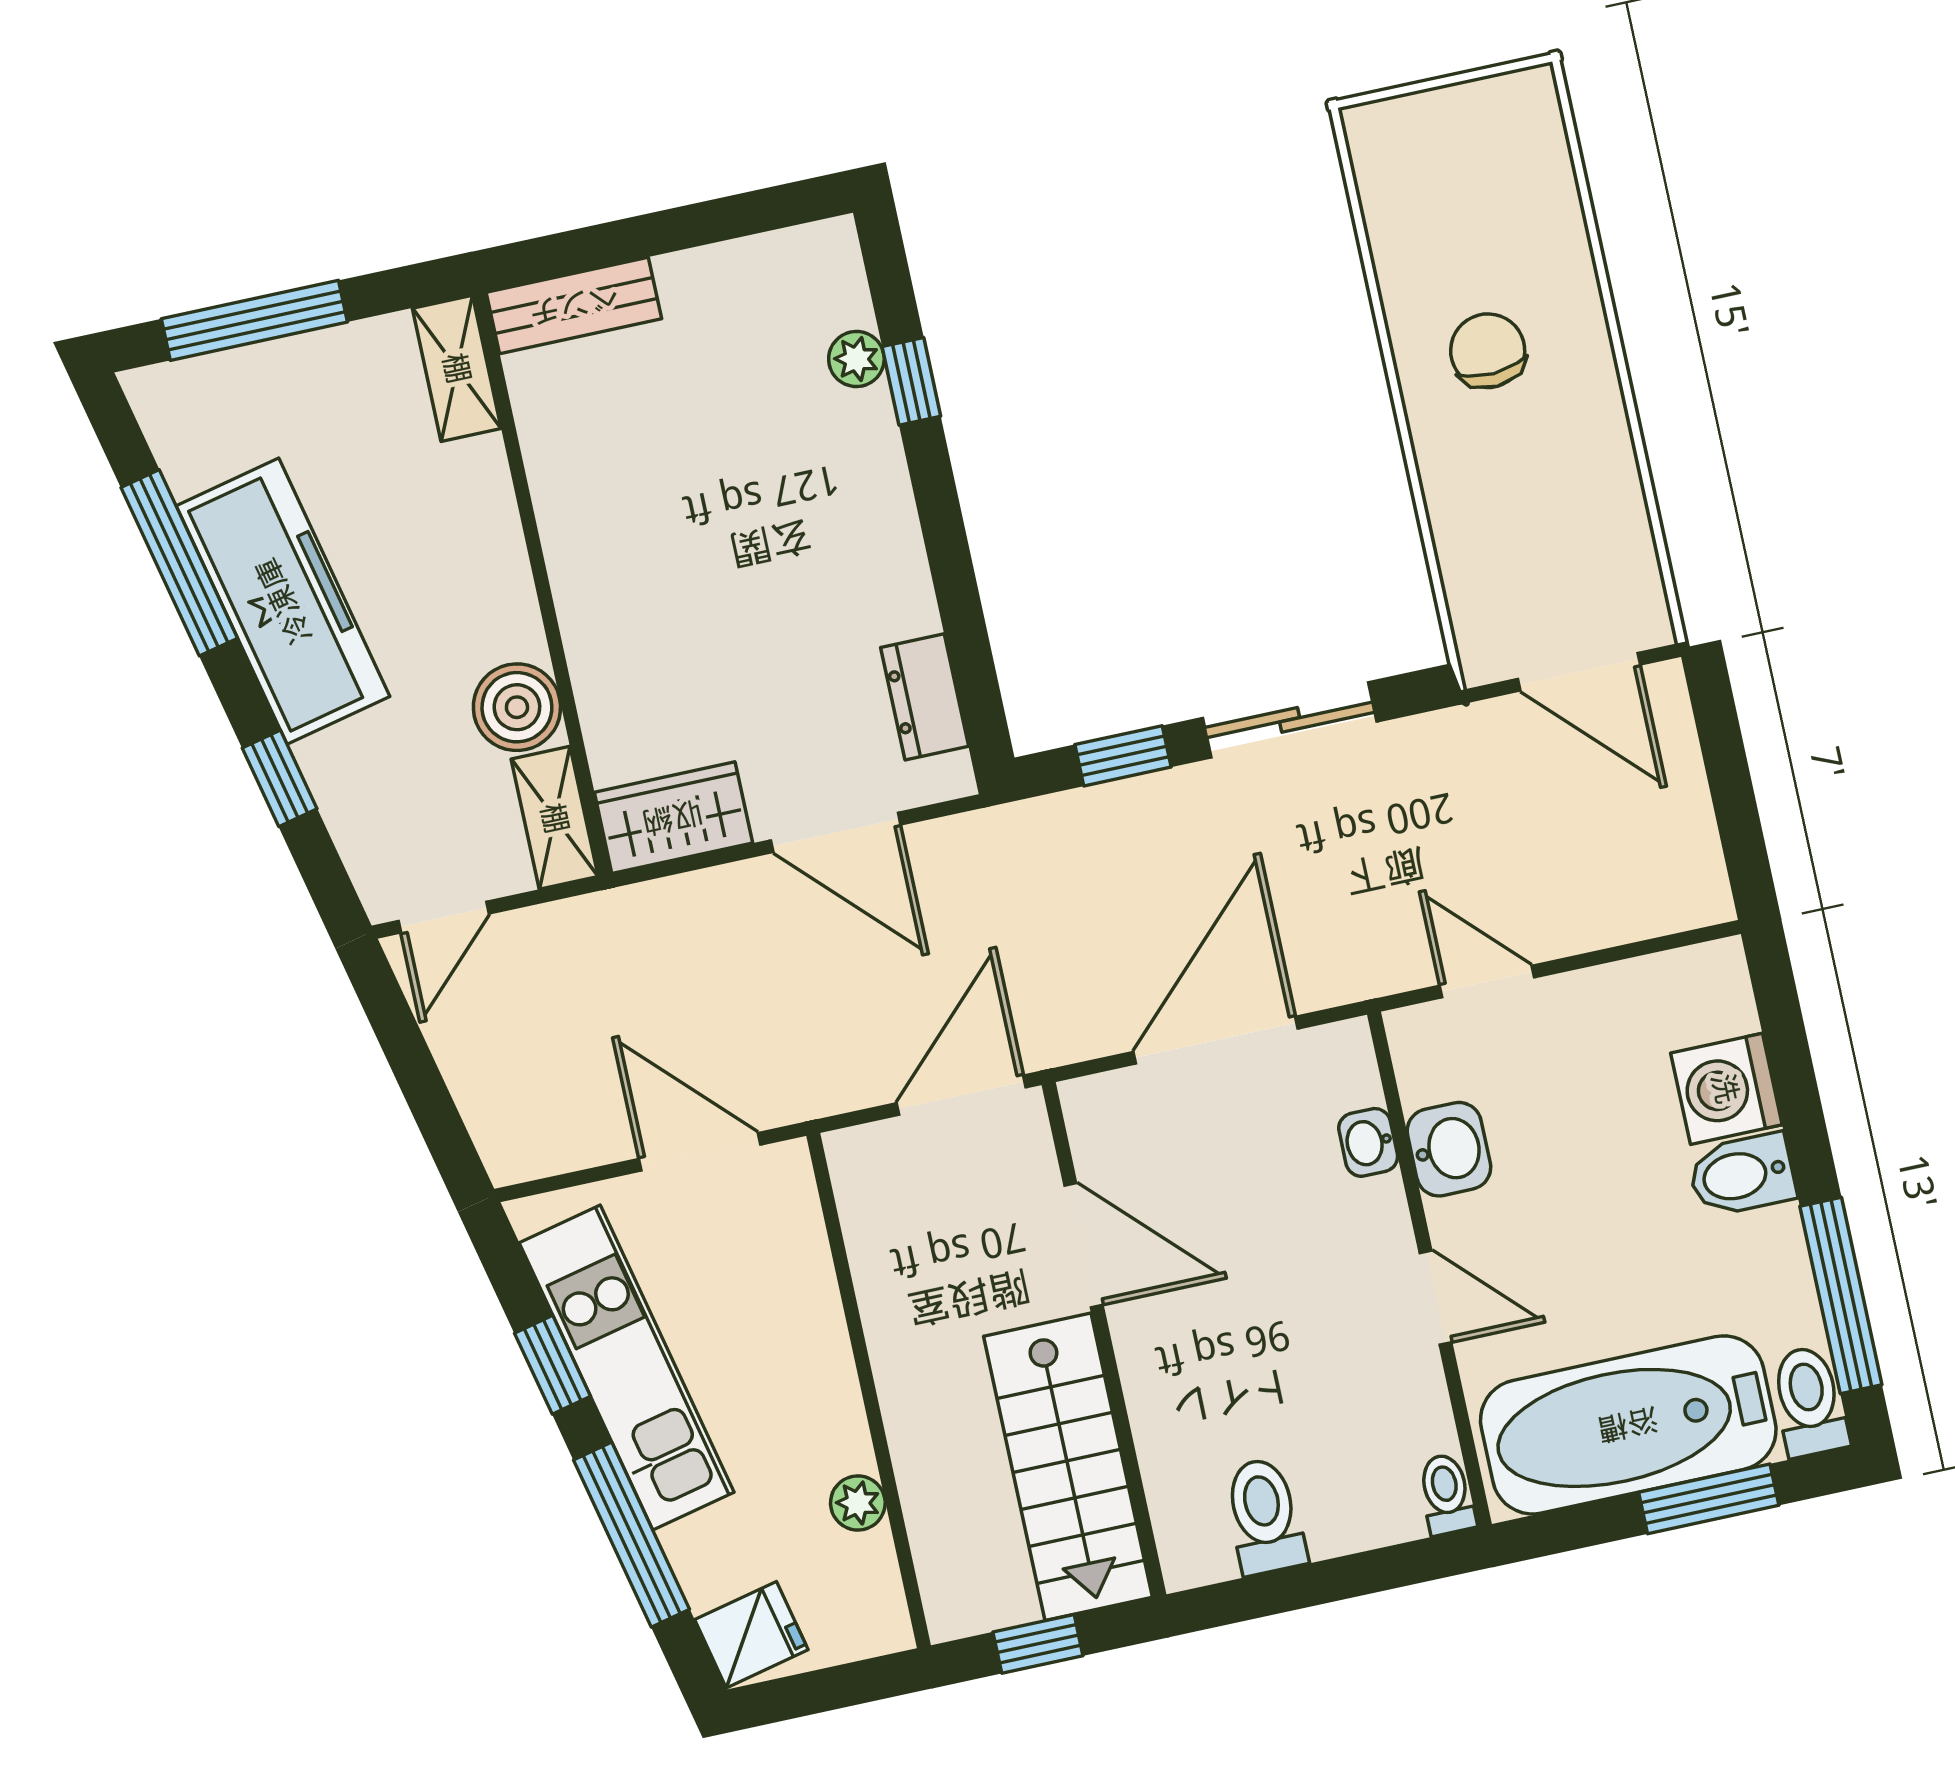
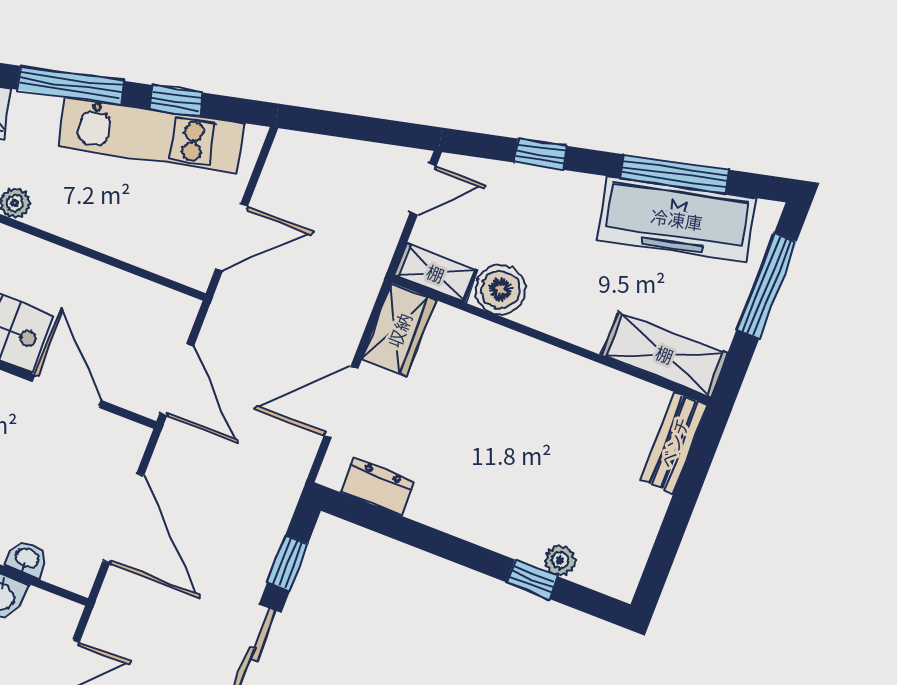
shelving: (457, 368) -> (665, 354), width x1.50, depth x1.33
freezer: (283, 601) -> (677, 219), moved
door: (444, 917) -> (423, 189), swing flipped
door: (1084, 1245) -> (67, 391), swing flipped

